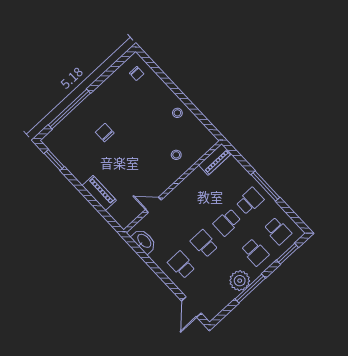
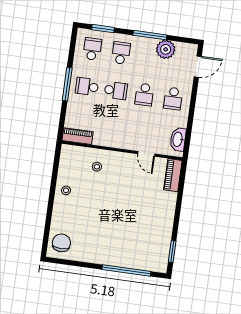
chair: (137, 73) -> (61, 243), width x1.87, depth x1.87
chair: (105, 133) -> (123, 231), removed
piano: (99, 193) -> (173, 175), moved
plant: (240, 281) -> (166, 49), moved

